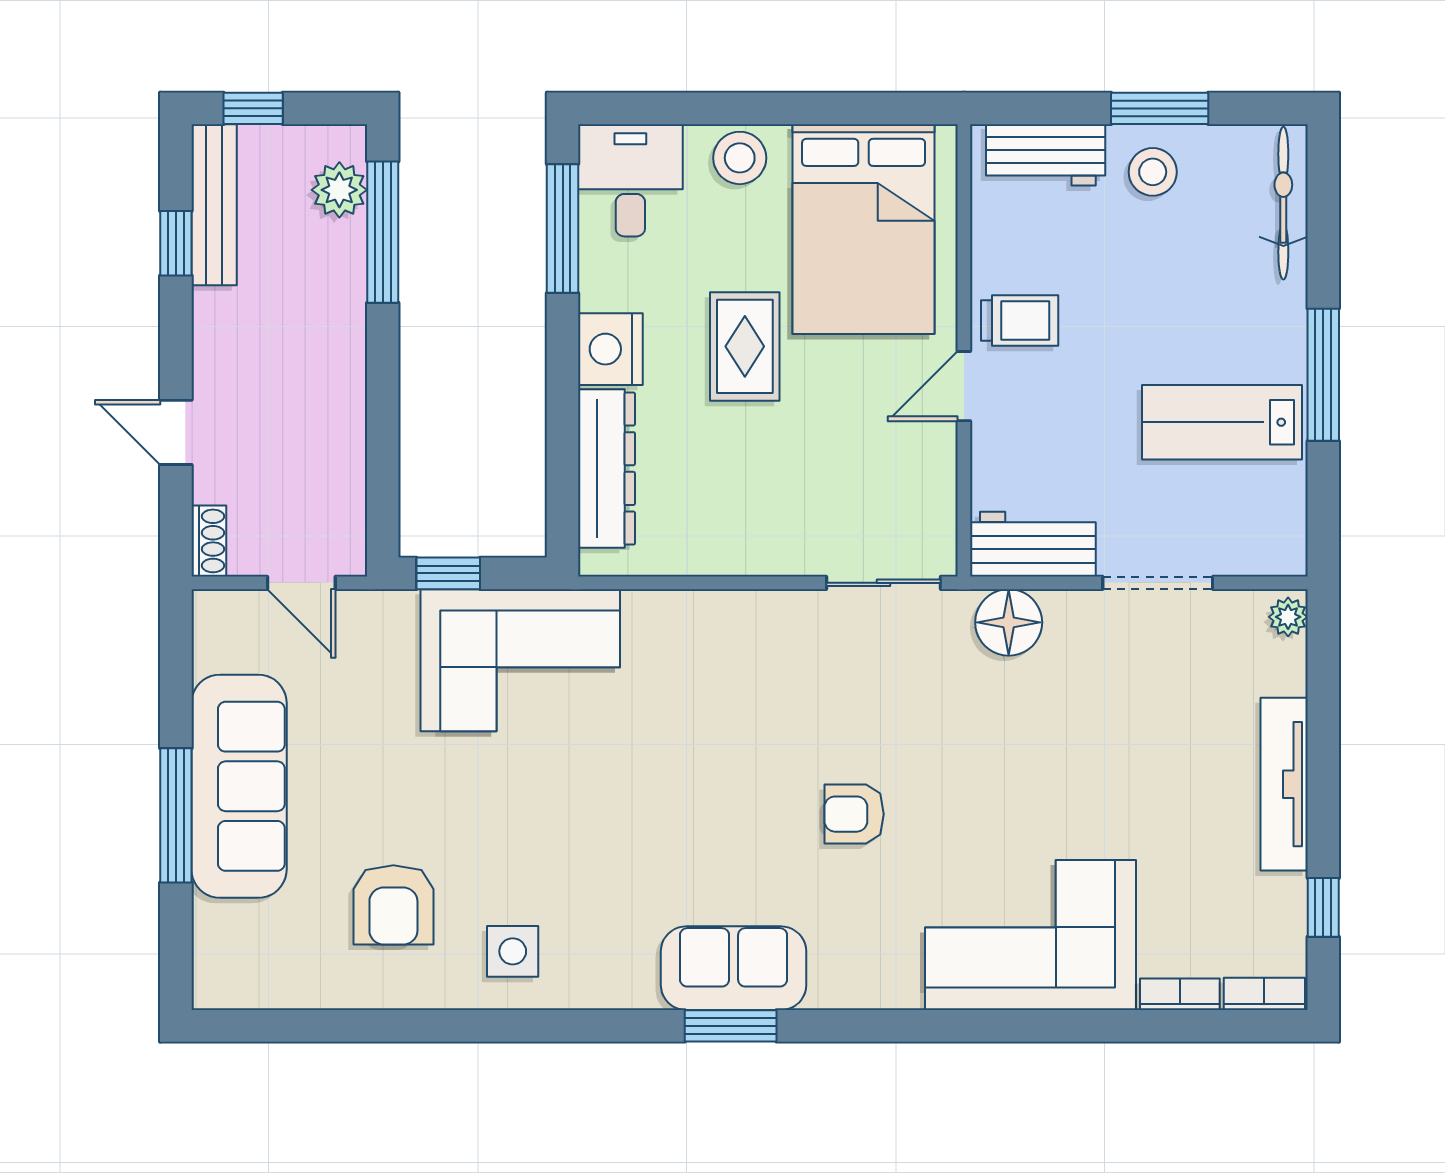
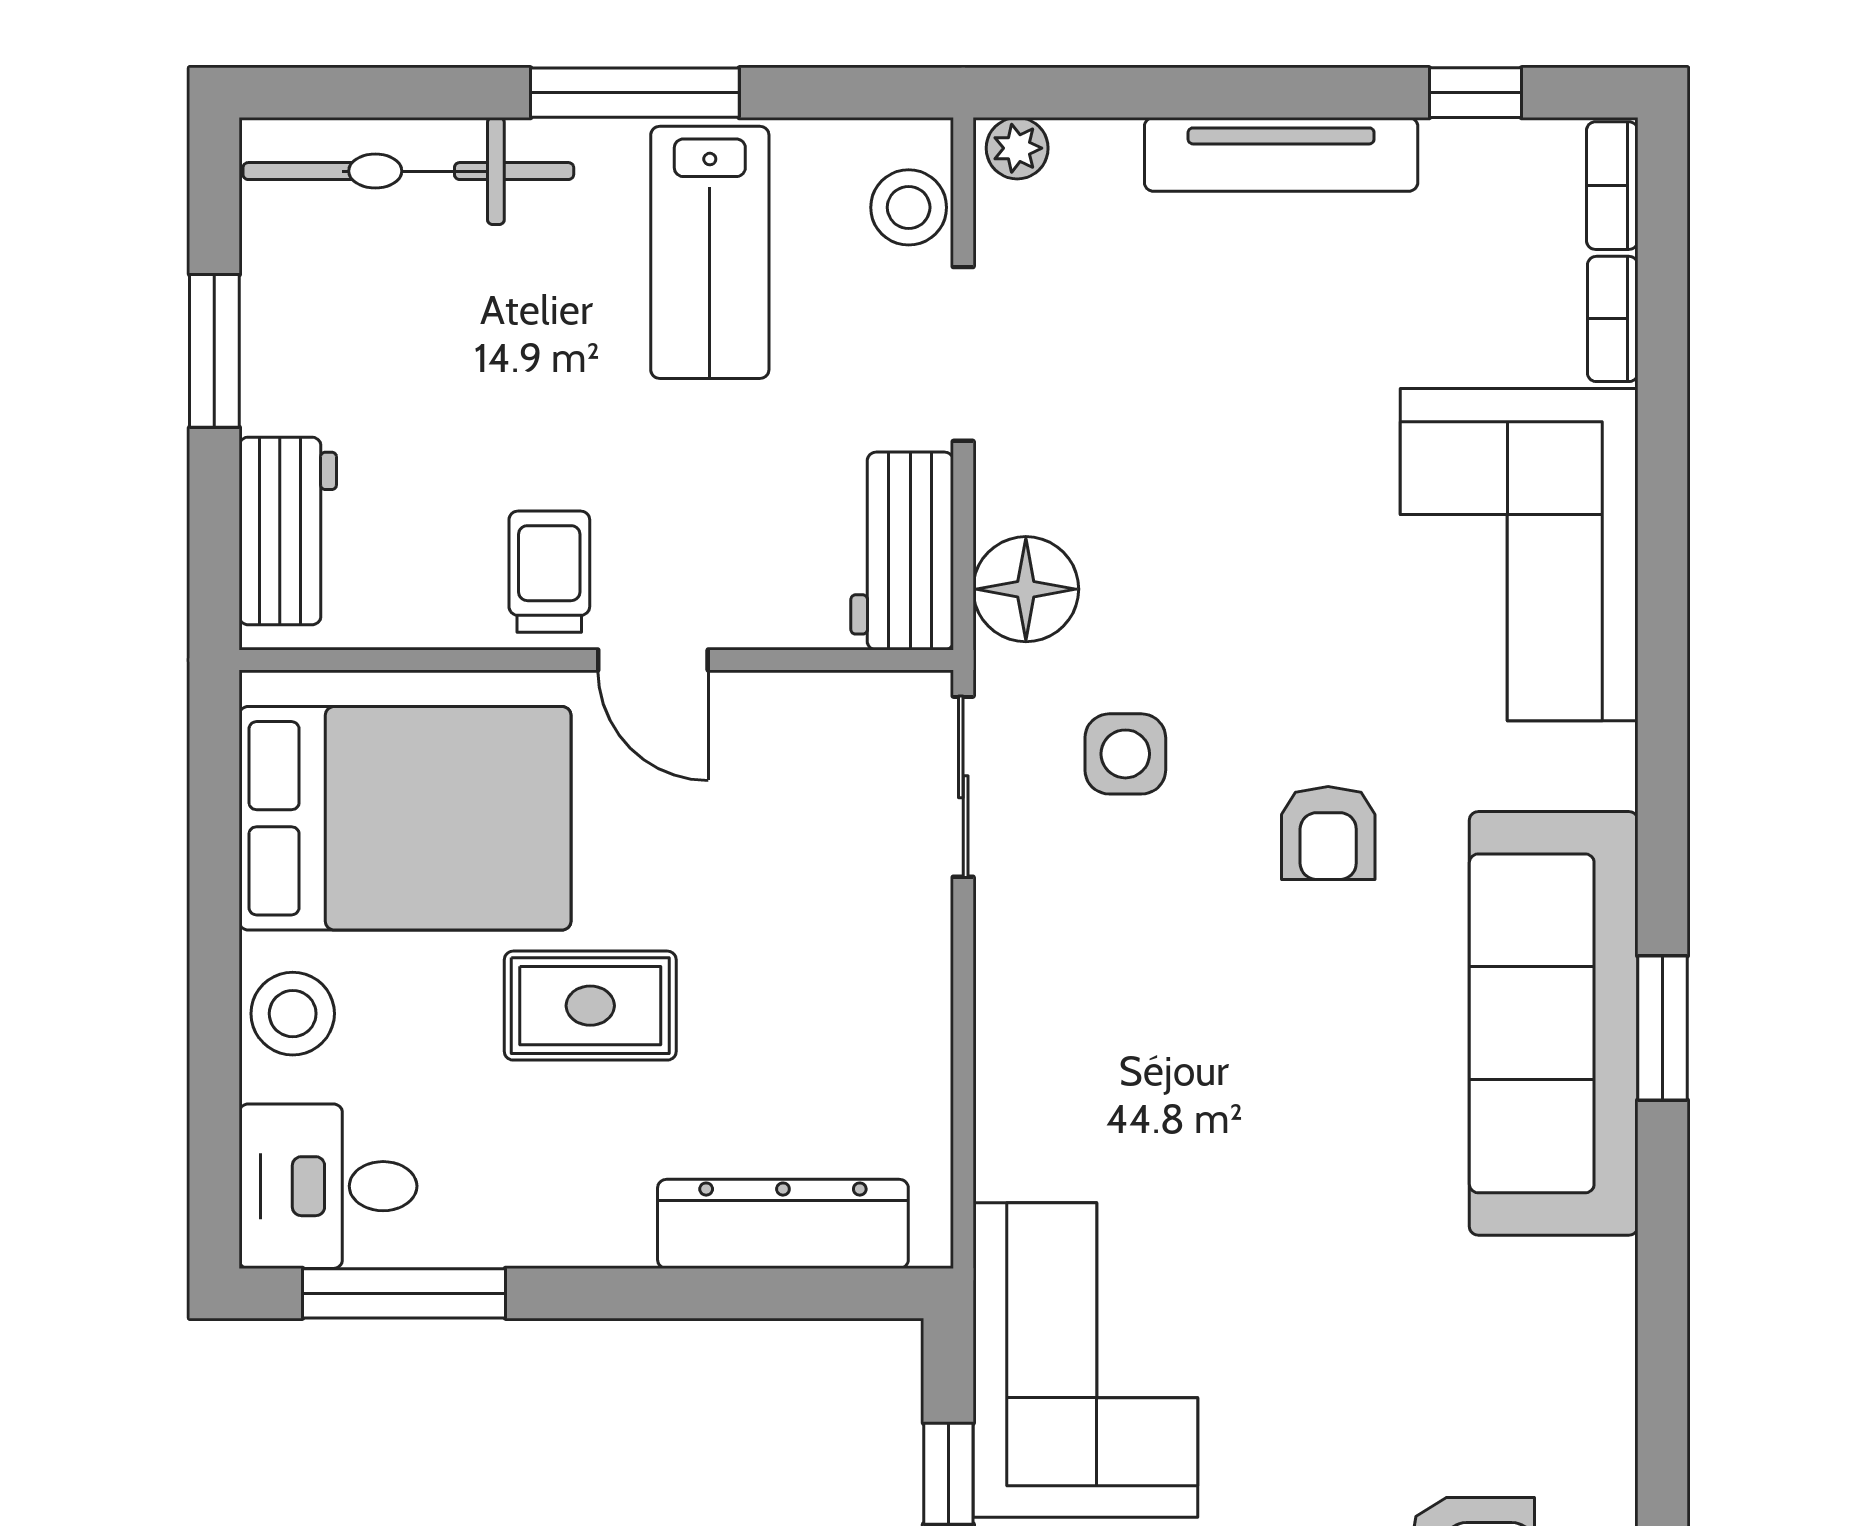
stool: (1153, 172) -> (909, 207), moved
bicycle: (1283, 203) -> (408, 171), width x1.37, depth x1.40
nightstand: (610, 349) -> (594, 1218), removed
side table: (513, 951) -> (1125, 754), moved
sofa: (734, 968) -> (1554, 1023), width x1.85, depth x1.27

